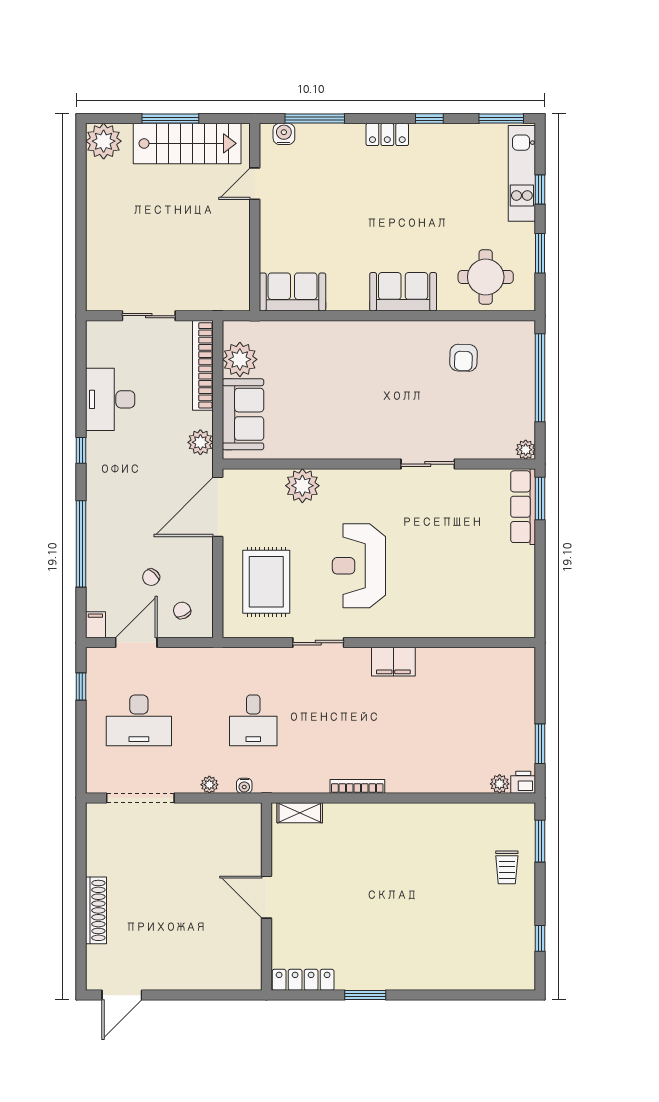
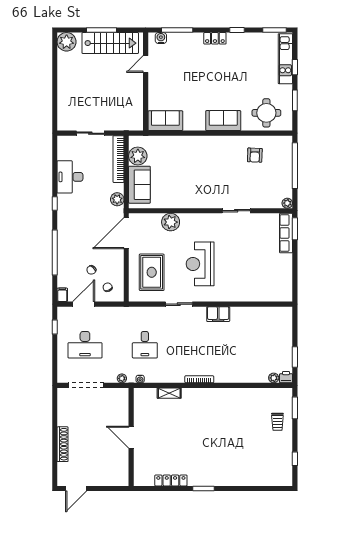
door: (266, 897) -> (131, 437), moved
wall: (266, 897) -> (131, 437), moved

